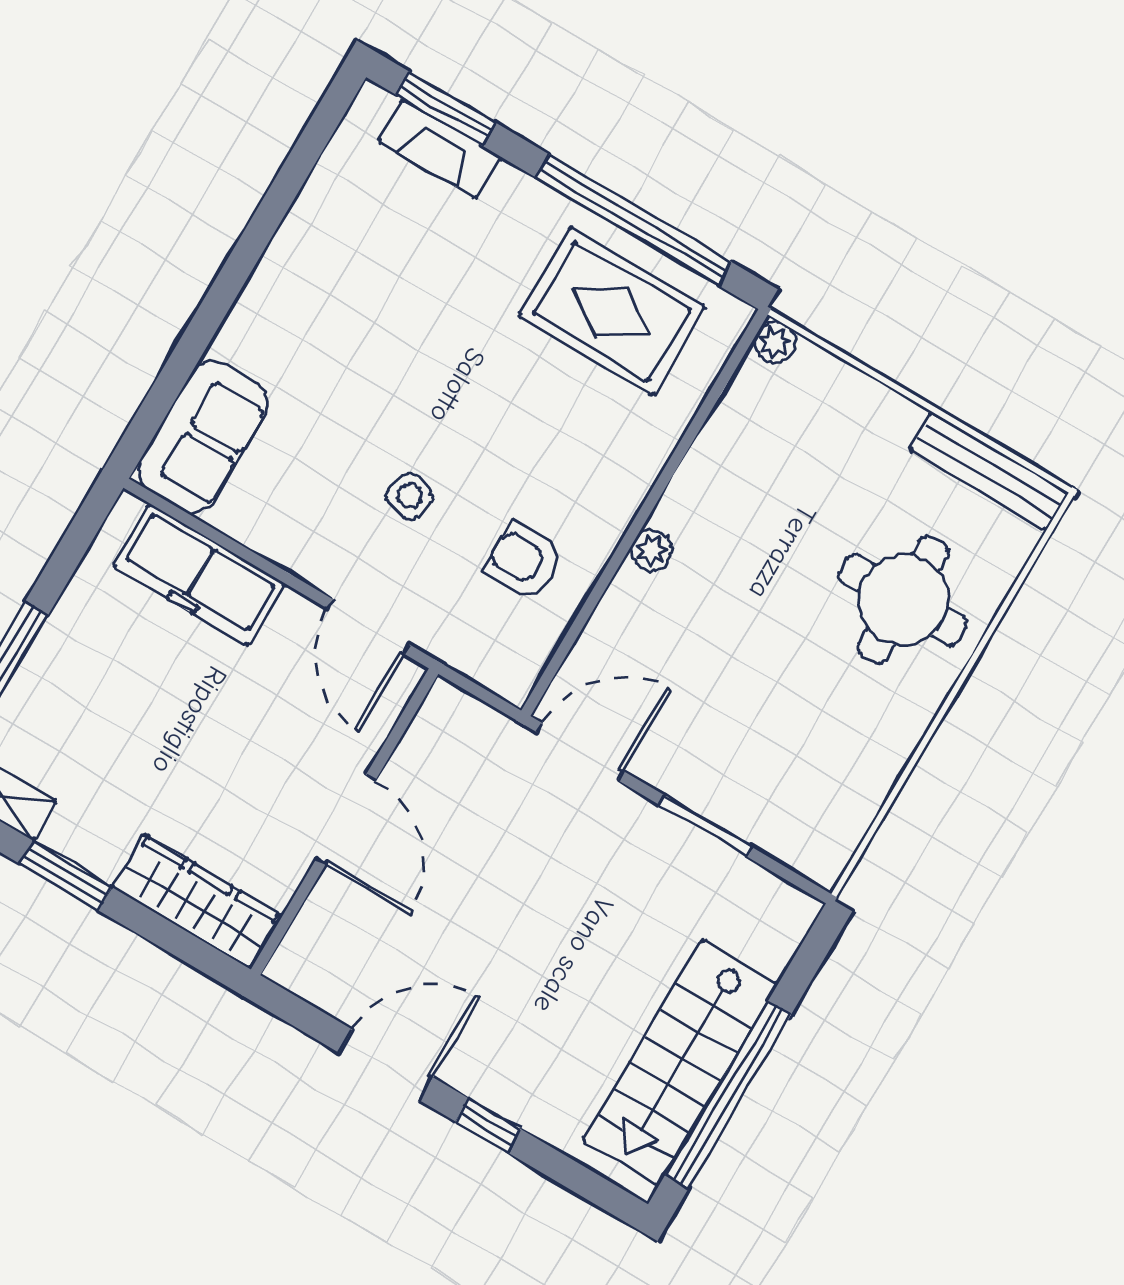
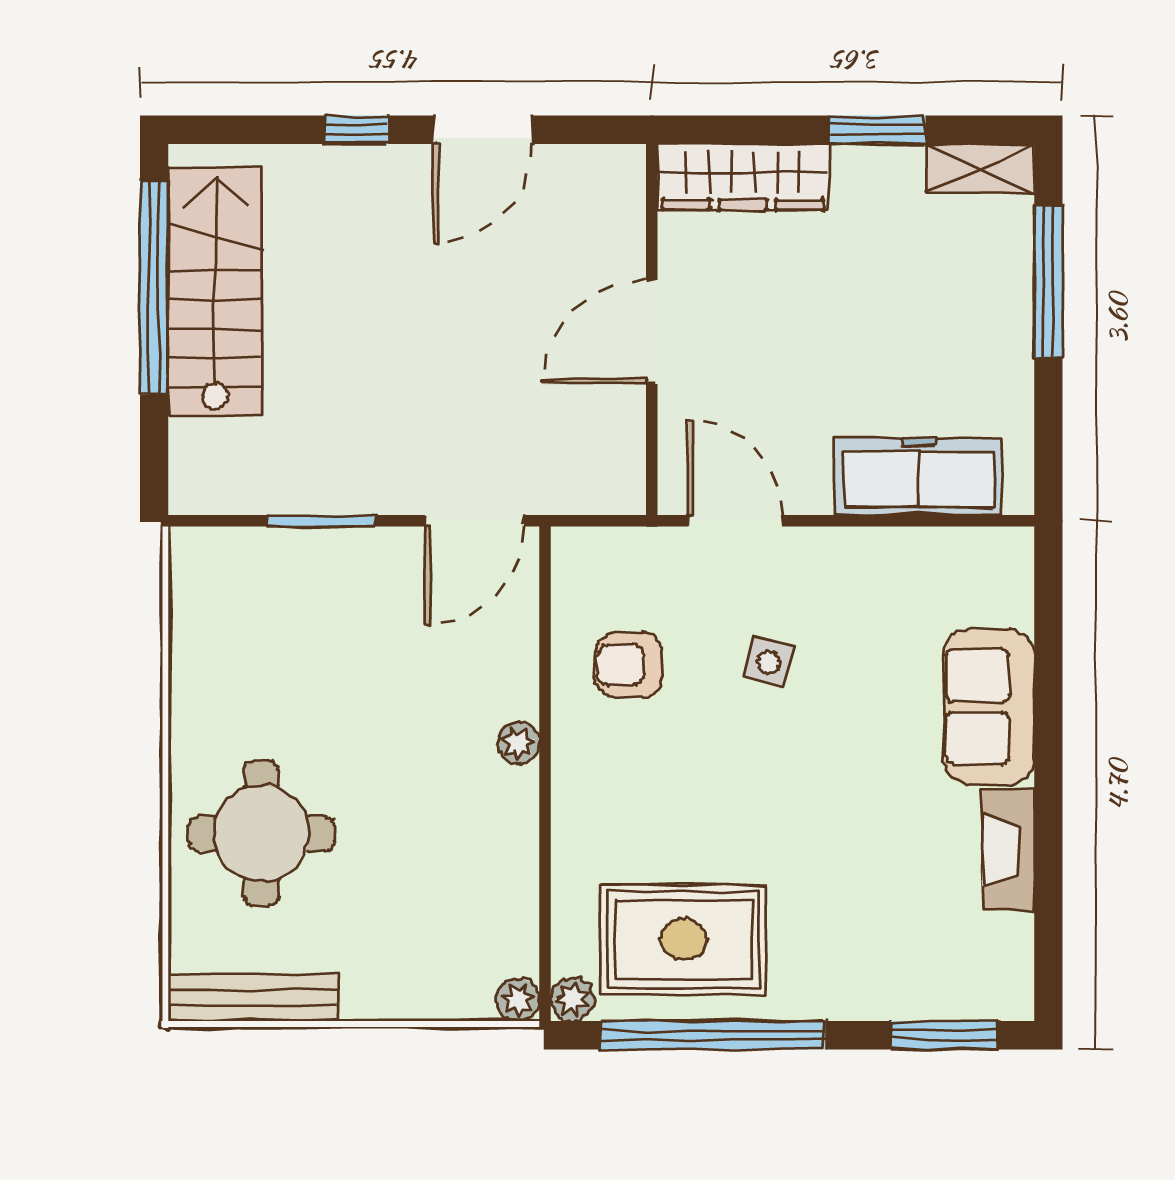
fireplace: (440, 149) -> (1008, 850), moved, turned -90
plant: (731, 316) -> (572, 999), added
sofa: (203, 437) -> (989, 707), moved
armchair: (524, 561) -> (628, 665), turned 180
door: (346, 820) -> (652, 332), hinge flipped

